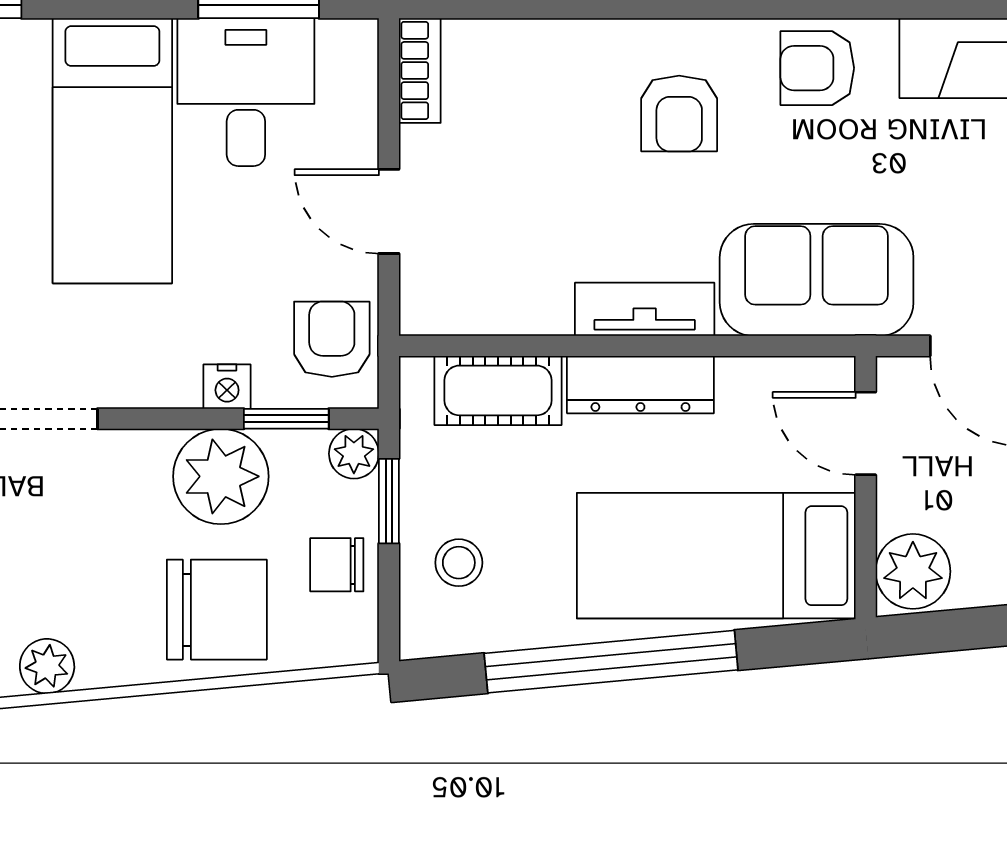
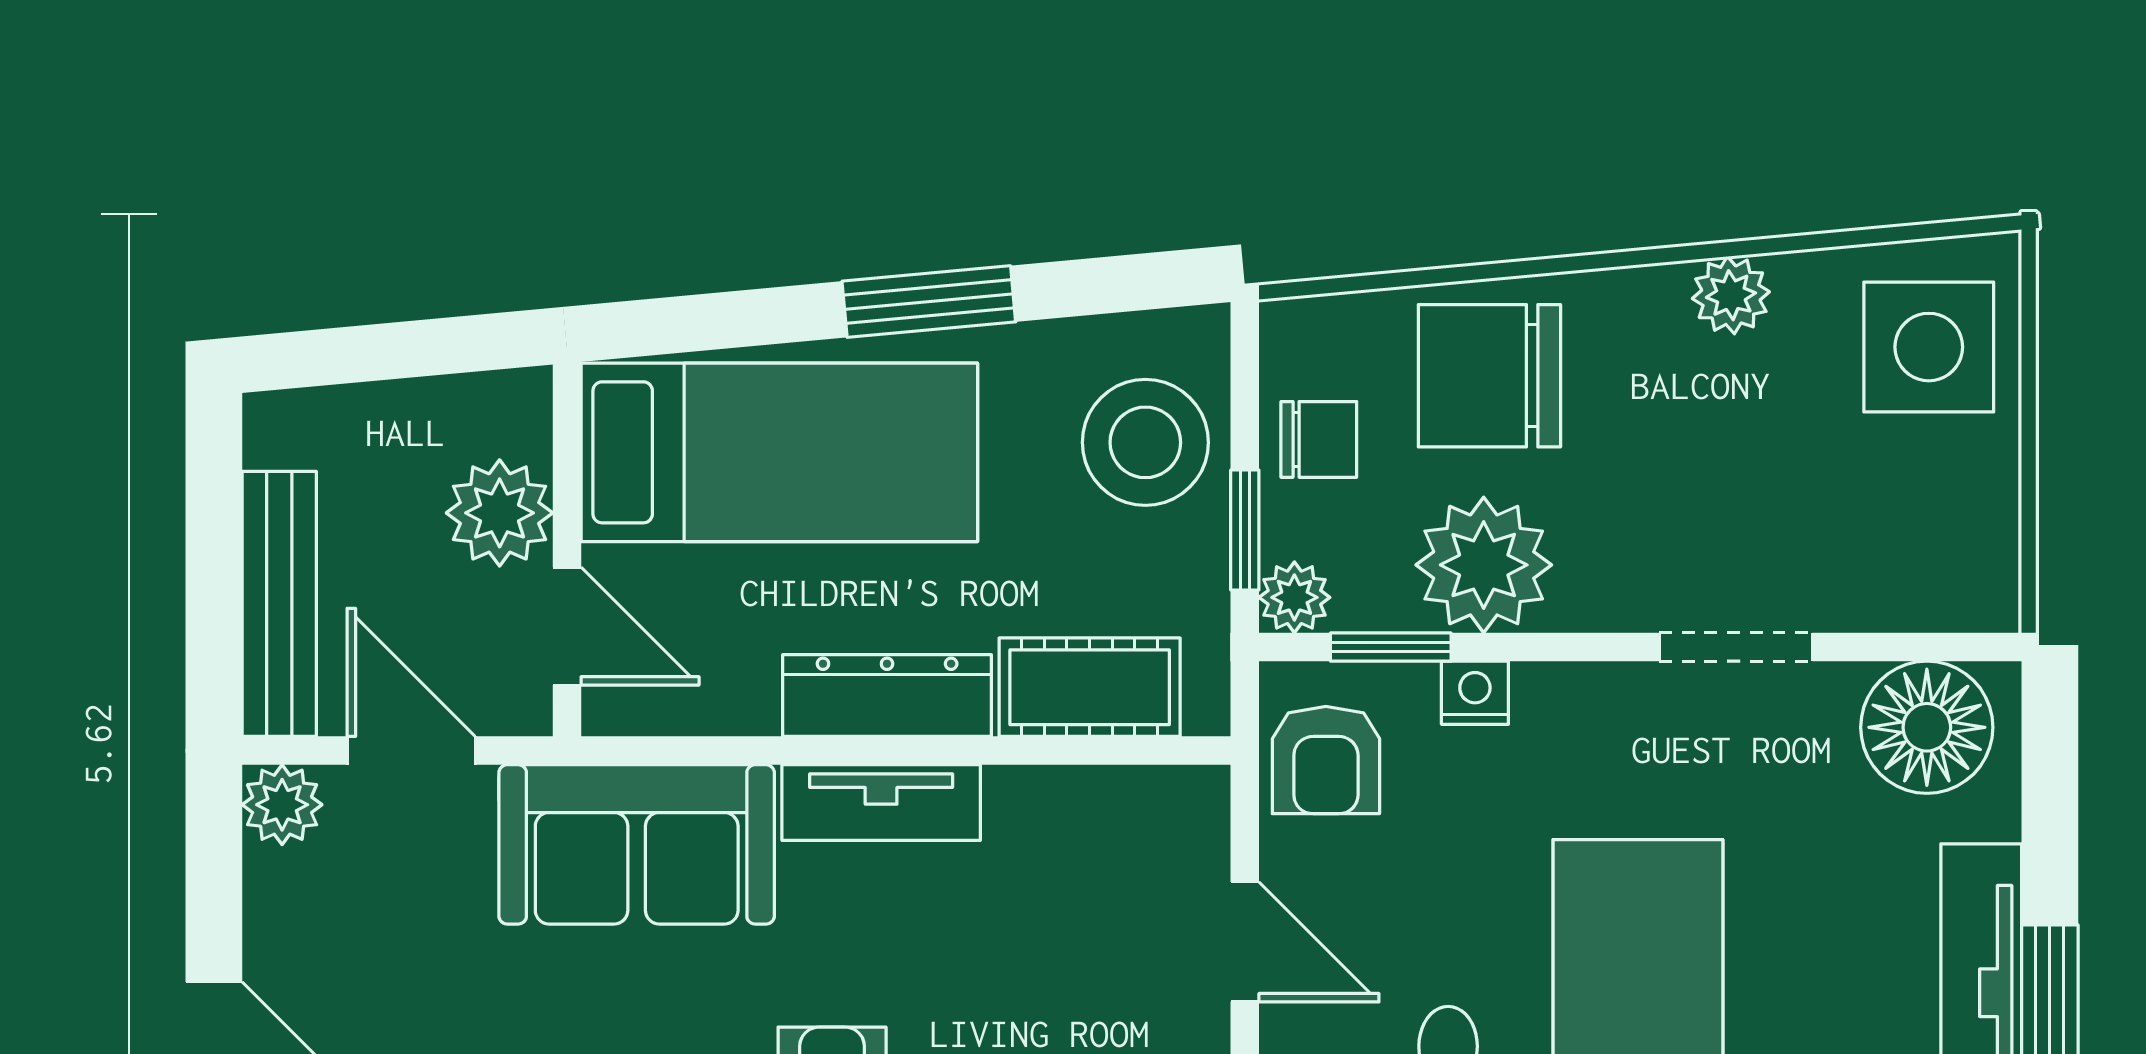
stool: (459, 563) -> (1145, 442), width x1.89, depth x1.89
plant: (913, 571) -> (500, 513), moved
window: (611, 662) -> (929, 302), width x0.47

